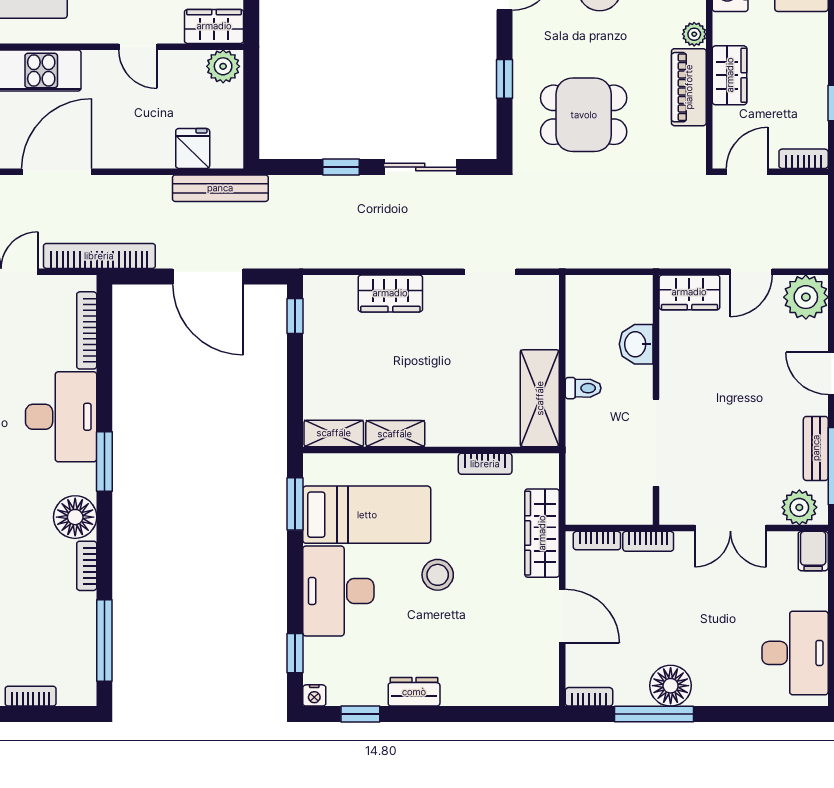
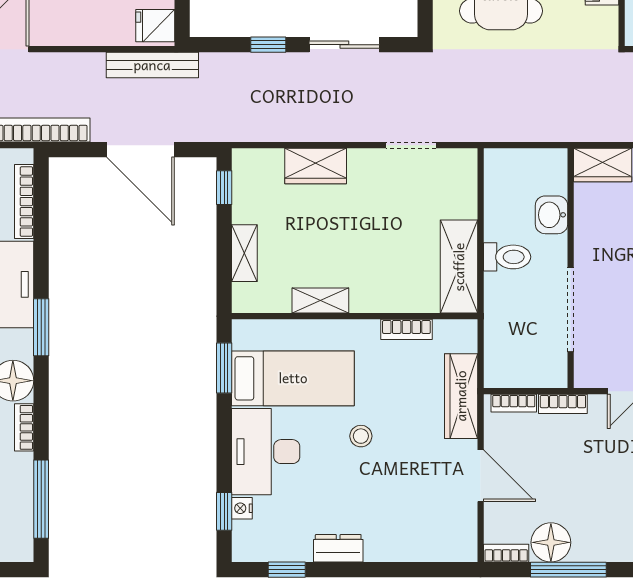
fridge: (193, 148) -> (155, 26), moved, turned -90
toilet: (583, 388) -> (507, 257), width x1.37, depth x1.39
shelving: (334, 433) -> (244, 253), moved, turned 90
stool: (438, 575) -> (361, 436), width x0.73, depth x0.73
floor lamp: (671, 686) -> (551, 542), moved
nightstand: (314, 695) -> (242, 508), moved, turned 90

